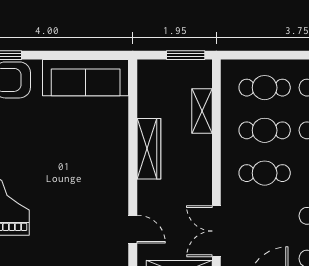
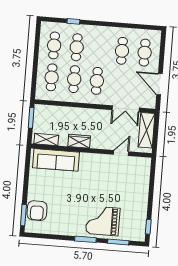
sofa: (86, 78) -> (56, 160), moved, turned 90
shelving: (202, 111) -> (46, 139), moved
wardrobe: (149, 149) -> (79, 141), width x0.67

